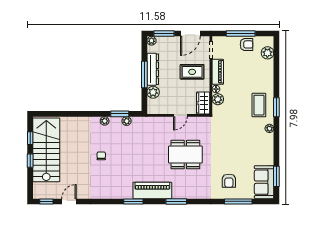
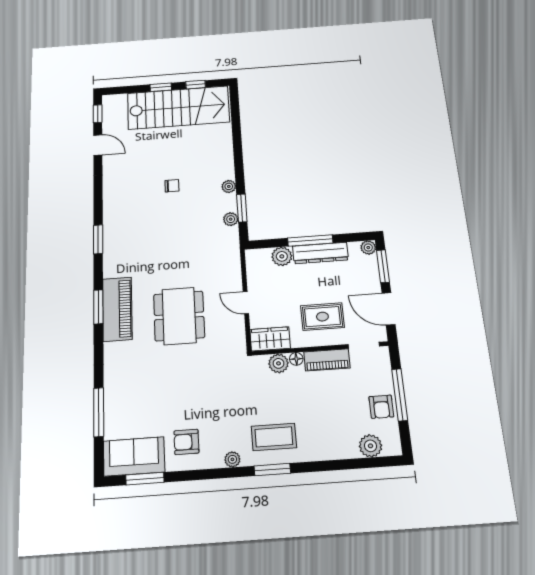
rug: (192, 72) -> (322, 317), turned 90
armchair: (229, 181) -> (186, 442), moved
piano: (152, 190) -> (117, 309), moved

